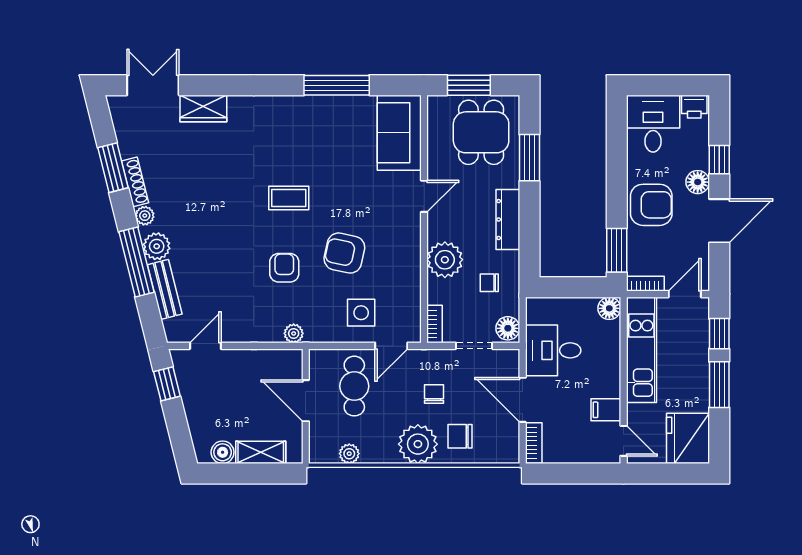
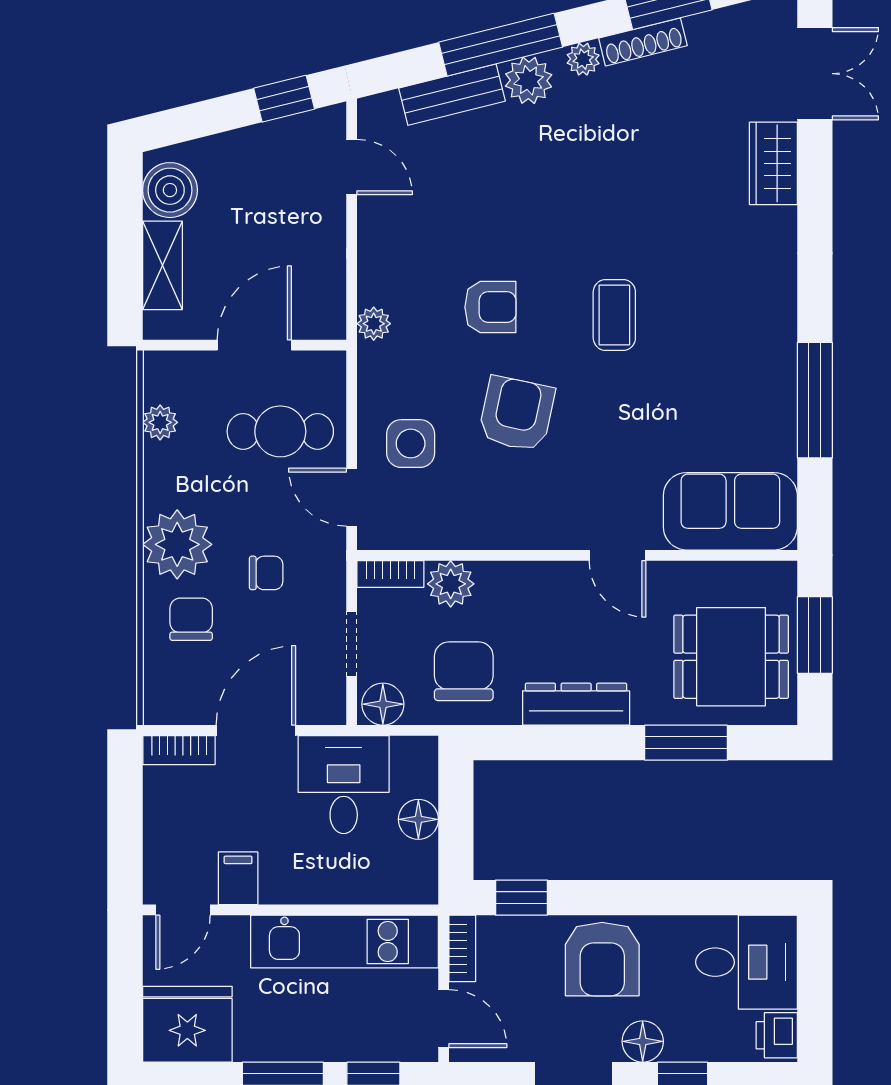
window: (617, 250) -> (521, 898), width x0.67
plant: (445, 260) -> (451, 584), moved, width x0.73, depth x0.73
chair: (489, 283) -> (464, 671), width x1.87, depth x1.87
floor lamp: (609, 308) -> (418, 819), moved
boiler: (223, 452) -> (170, 190), width x1.36, depth x1.36

